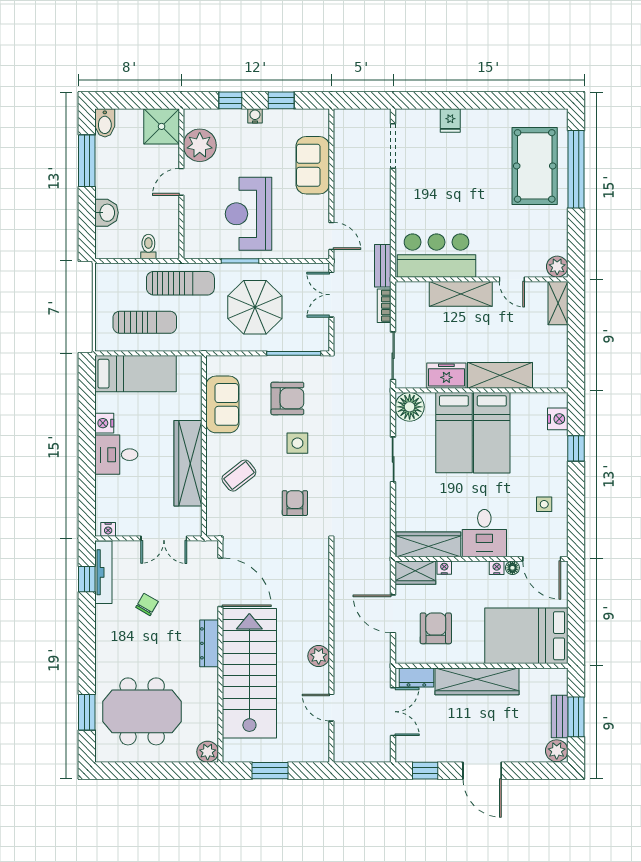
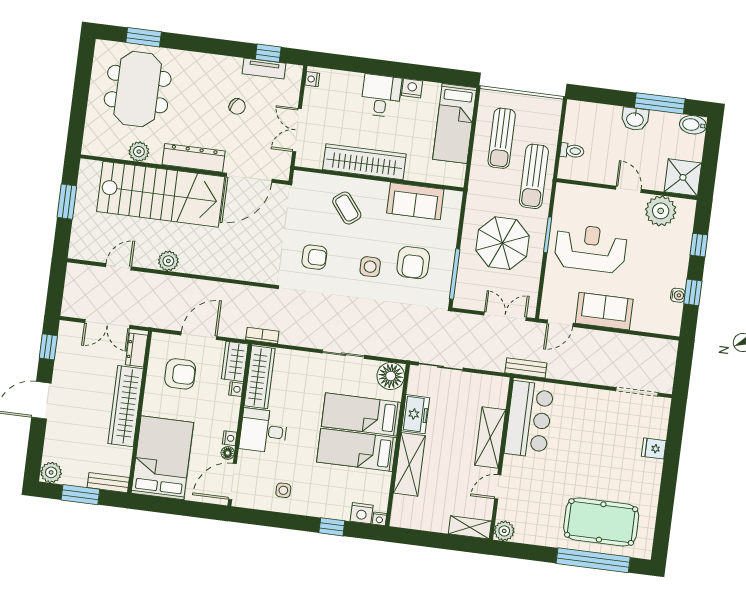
water cooler: (255, 116) -> (678, 295), moved
sofa: (313, 165) -> (604, 311), moved
washbasin: (107, 213) -> (635, 119), moved
bookcase: (384, 306) -> (262, 335), moved
nightstand: (561, 399) -> (379, 519), added
tv unit: (103, 572) -> (264, 69), width x0.71
dresser: (209, 643) -> (194, 158), width x1.37, depth x1.24
bench: (560, 717) -> (108, 483), moved
plant: (208, 752) -> (139, 152), moved

